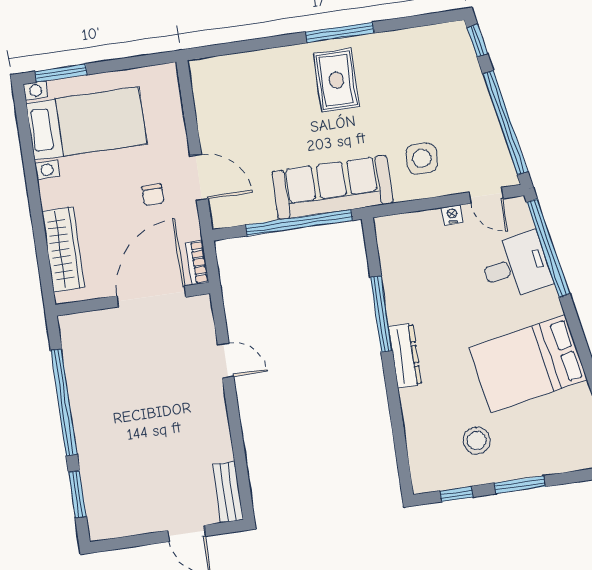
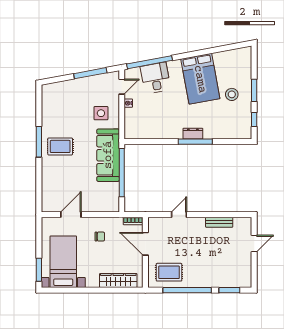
window: (477, 41) -> (52, 80), removed
window: (505, 123) -> (90, 73), width x0.68
door: (199, 177) -> (71, 215), moved
door: (152, 296) -> (145, 244), width x0.73
window: (381, 314) -> (195, 142), moved
dresser: (405, 356) -> (193, 134), width x0.70
rug: (97, 357) -> (169, 272), added
stool: (477, 441) -> (232, 94), moved
bench: (228, 492) -> (219, 222), moved

